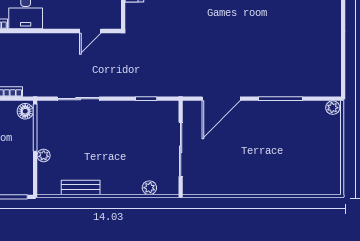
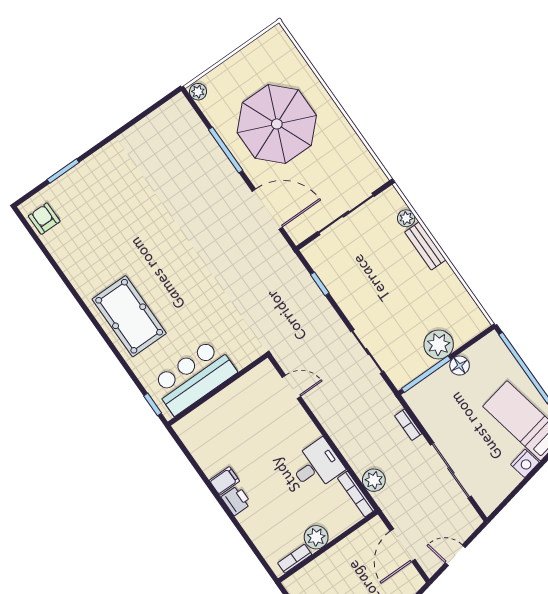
floor lamp: (25, 111) -> (460, 366), moved
parasol: (274, 145) -> (277, 124), added
plant: (44, 156) -> (439, 345), width x1.87, depth x1.87
bench: (81, 187) -> (425, 246), moved

